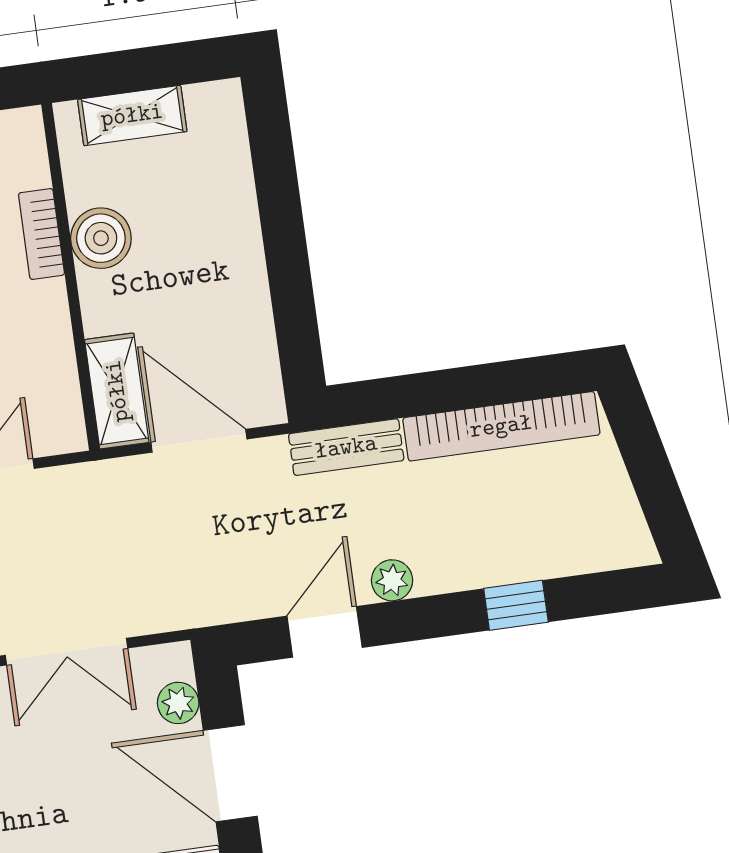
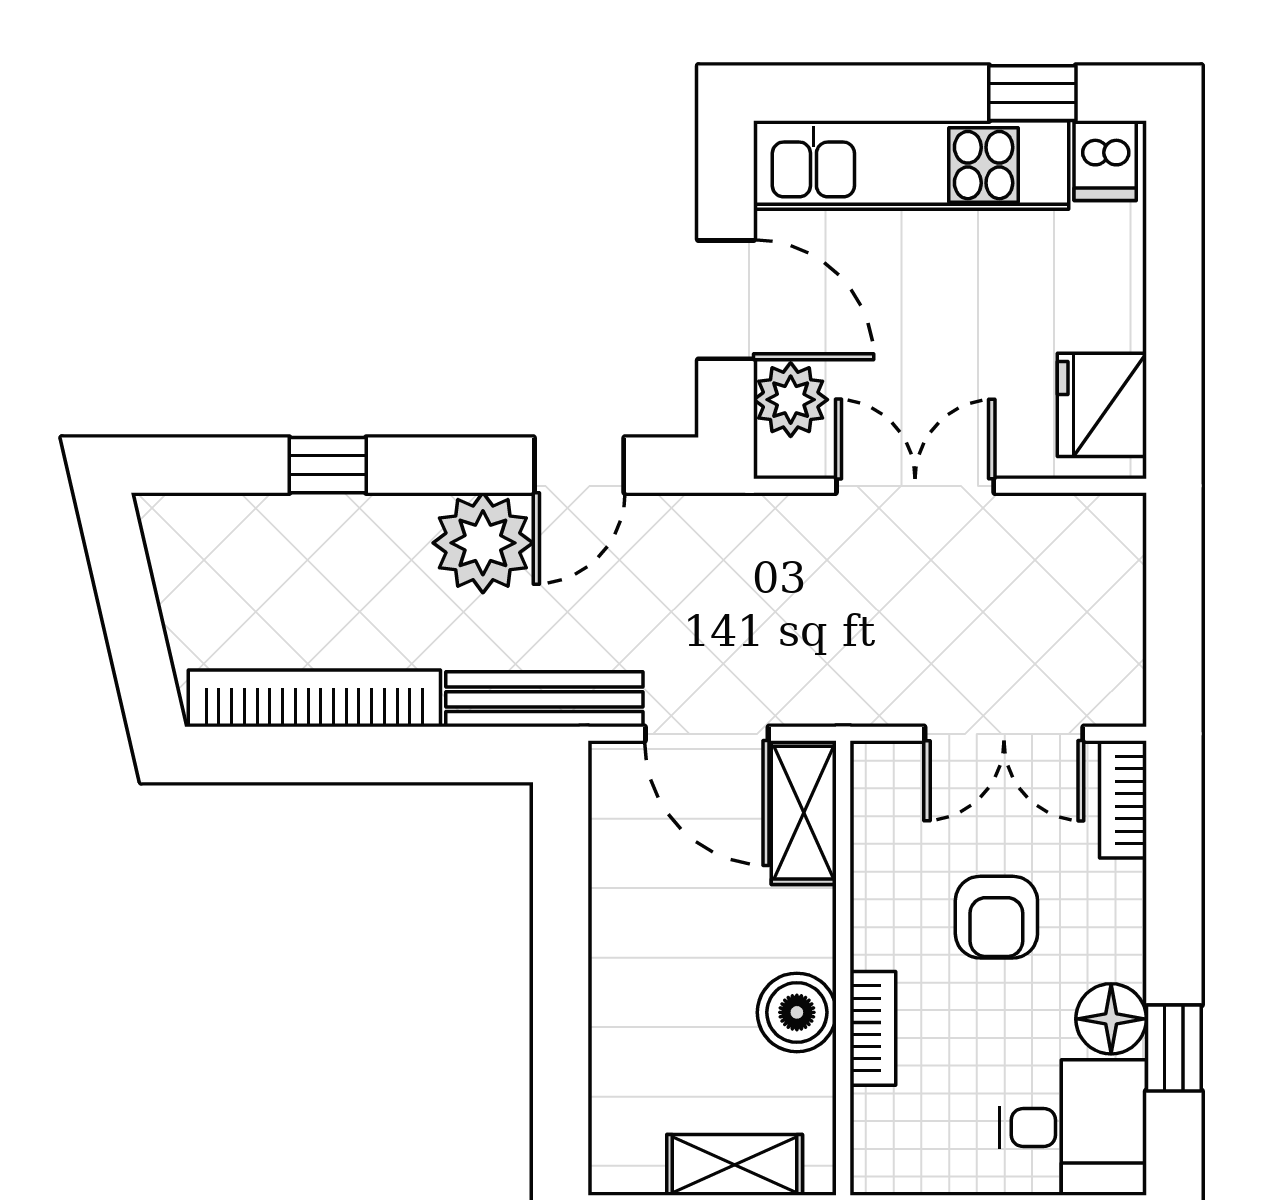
bench: (346, 447) -> (544, 699), width x1.36
plant: (392, 580) -> (483, 543), width x1.88, depth x1.88
plant: (178, 703) -> (791, 400), width x1.38, depth x1.38

